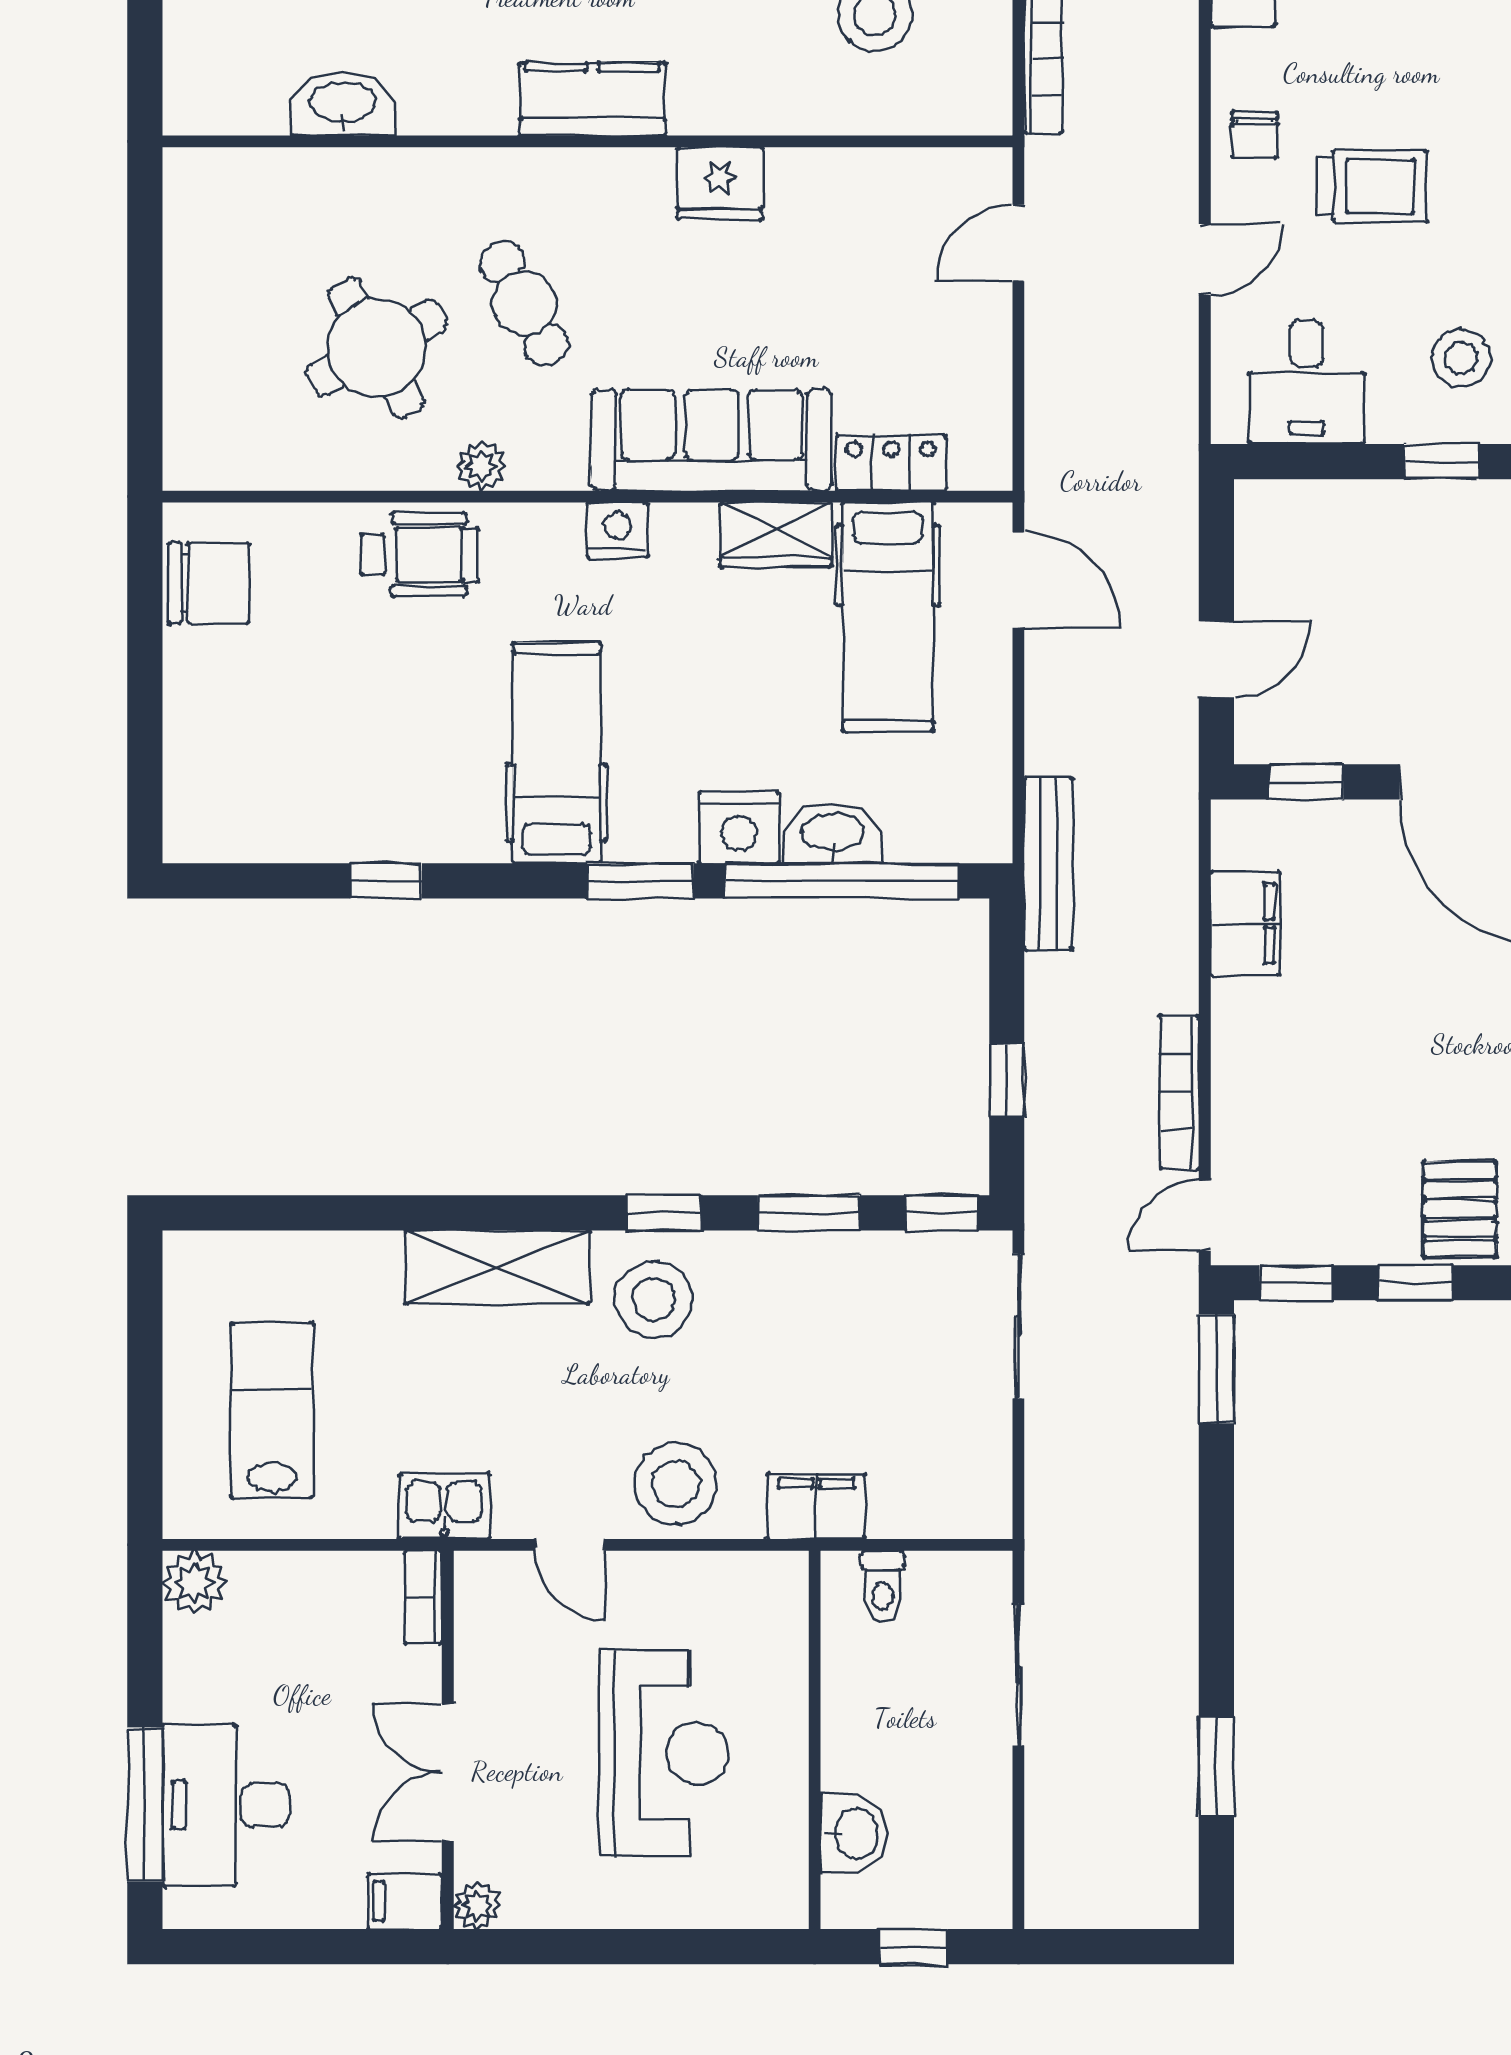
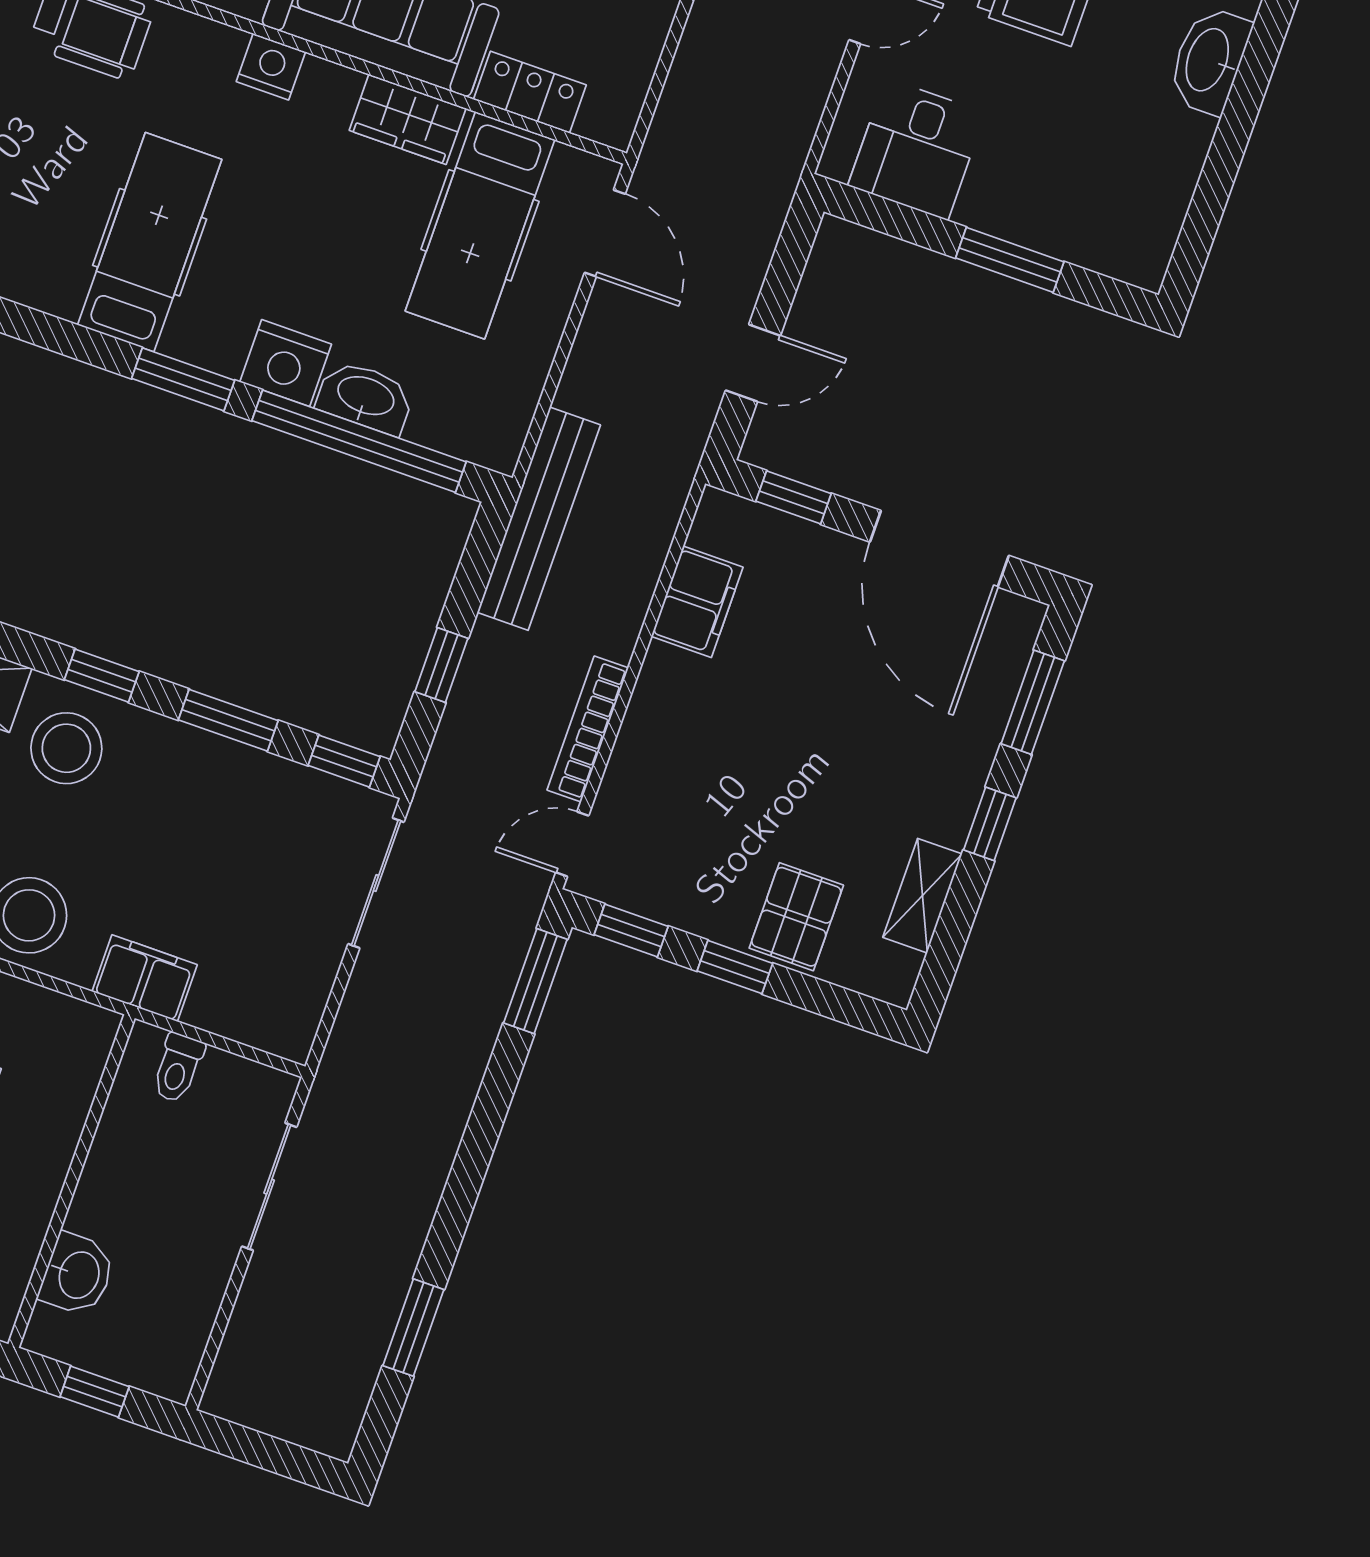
stool: (1461, 358) -> (1059, 176), removed
window: (1441, 462) -> (1010, 260), width x1.50
bench: (1048, 864) -> (539, 519), width x1.37, depth x1.21

